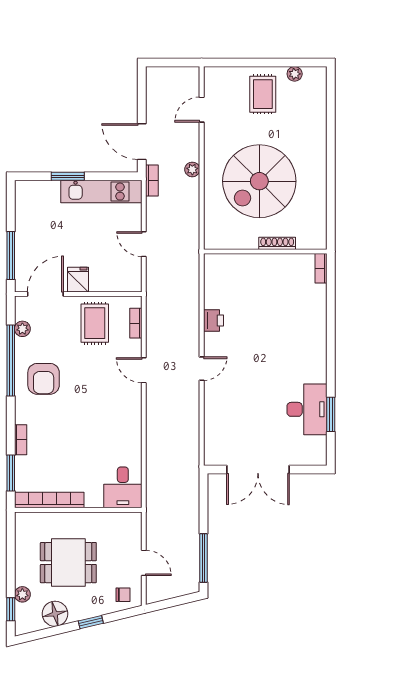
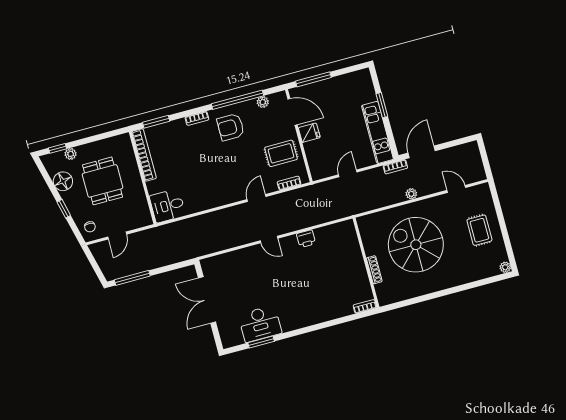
plant: (295, 74) -> (505, 267), moved
rug: (263, 94) -> (479, 230), turned 90
bookcase: (21, 440) -> (197, 118), moved

